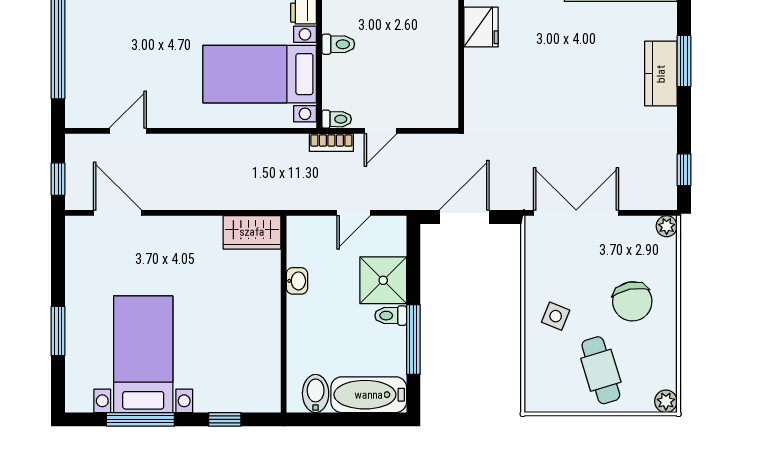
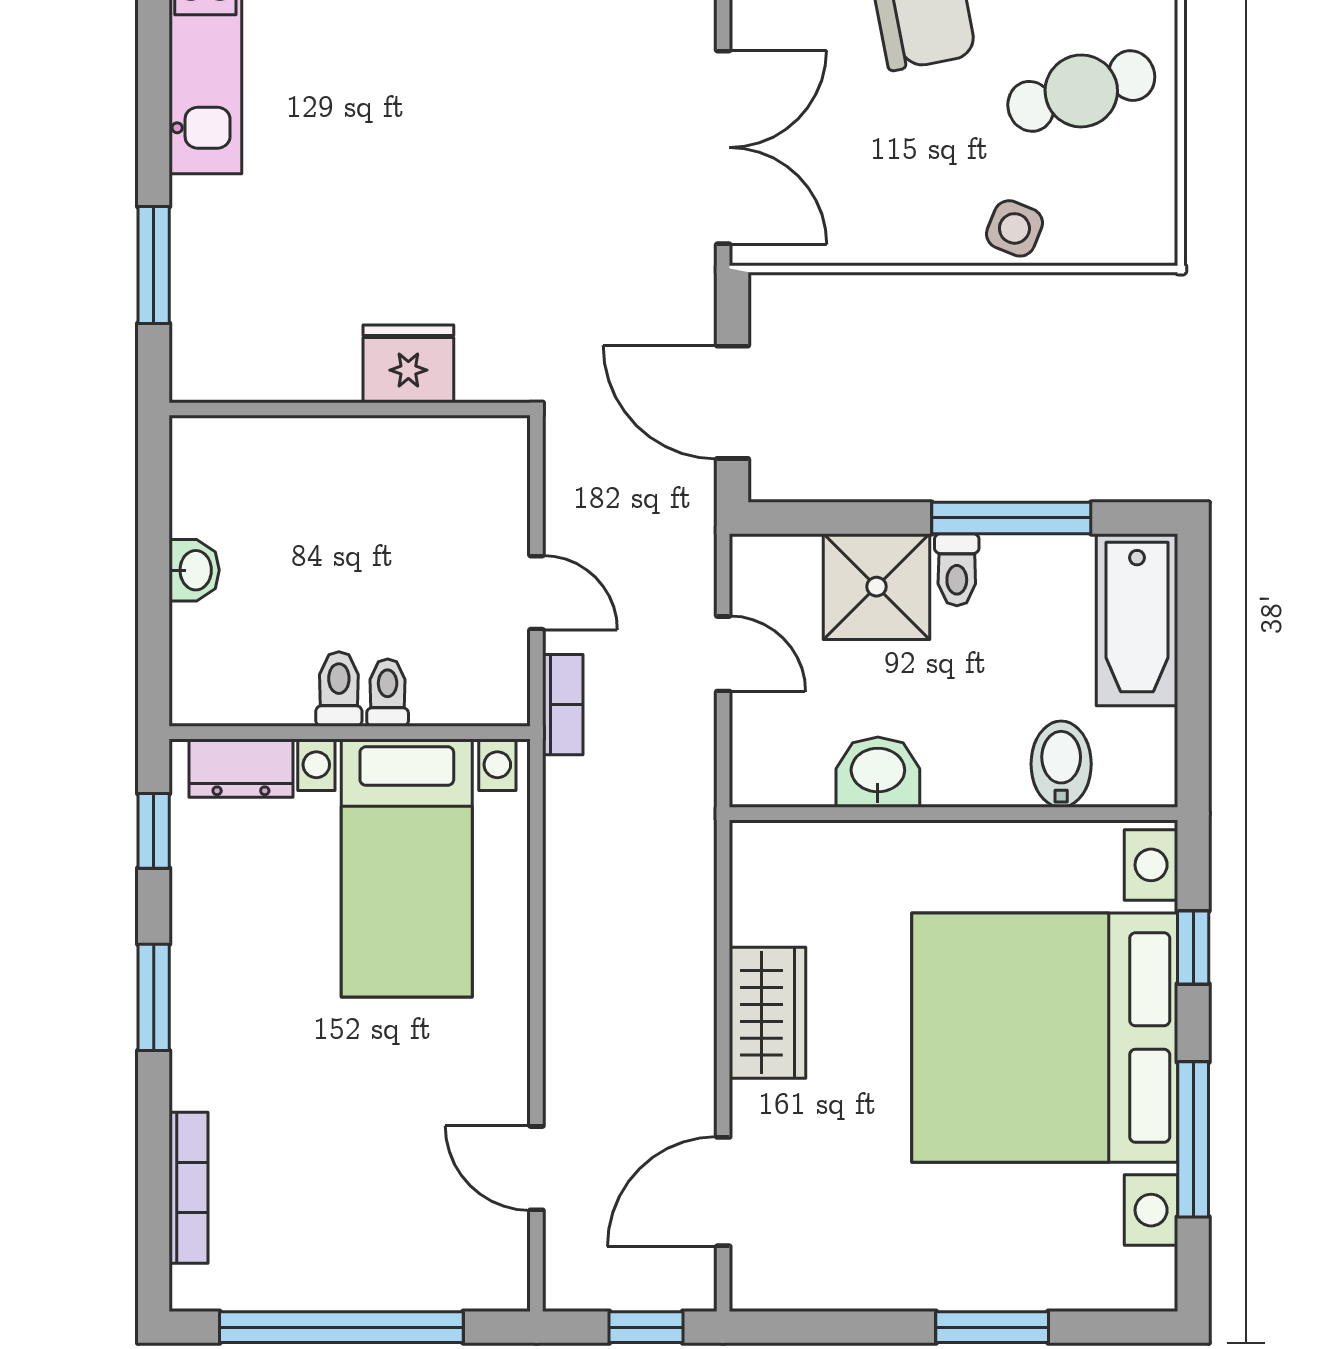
fridge: (481, 27) -> (408, 364), moved
toilet: (337, 119) -> (388, 693), moved
double door: (576, 213) -> (723, 147), swing flipped
wardrobe: (252, 232) -> (768, 1013), moved
washbasin: (297, 281) -> (878, 772), width x1.38, depth x1.45
side table: (556, 316) -> (1014, 228), moved
bed with nightstands: (143, 354) -> (1045, 1038), width x1.85
bidet: (316, 393) -> (1061, 764), moved, turned 90

